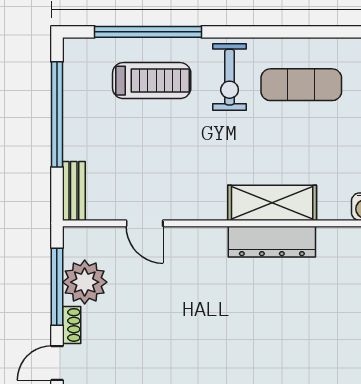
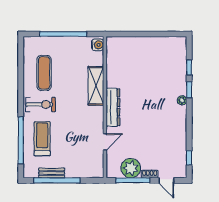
bench: (74, 191) -> (52, 173), moved
dresser: (272, 242) -> (113, 107), moved

